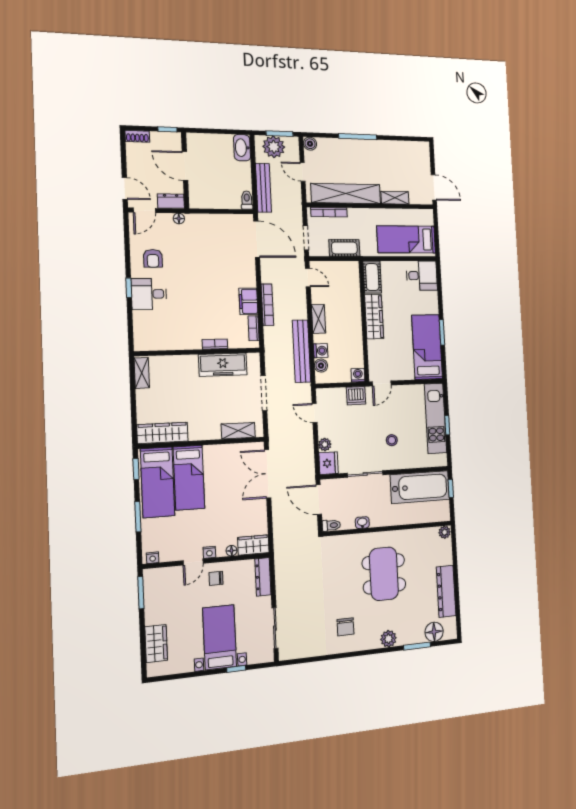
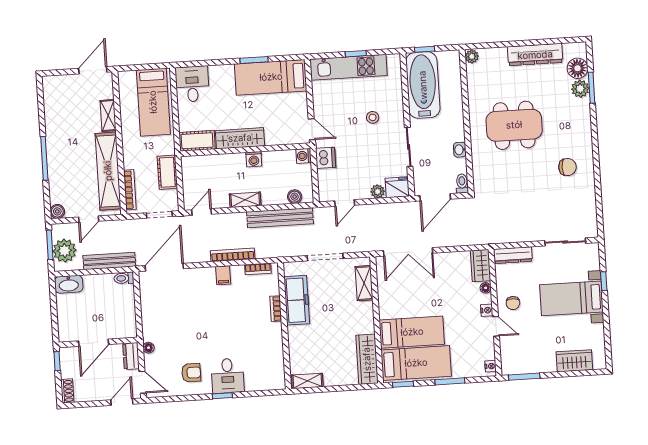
filing cabinet: (248, 301) -> (223, 275), width x0.50
washing machine: (321, 351) -> (254, 159), moved, turned 180
plant: (388, 639) -> (580, 89), moved

